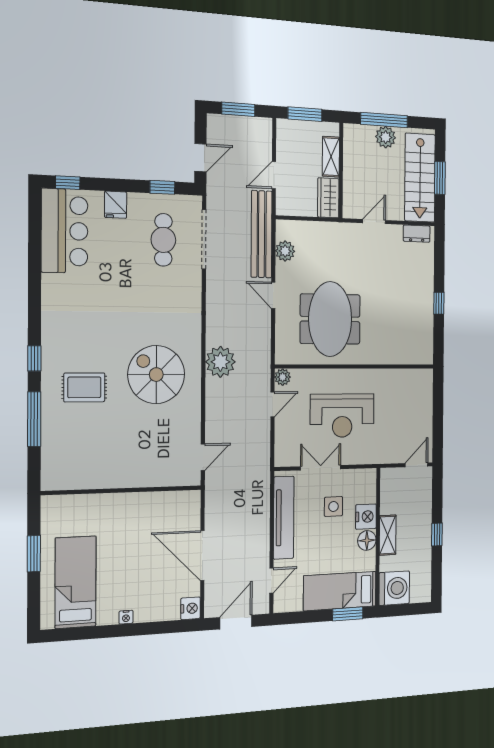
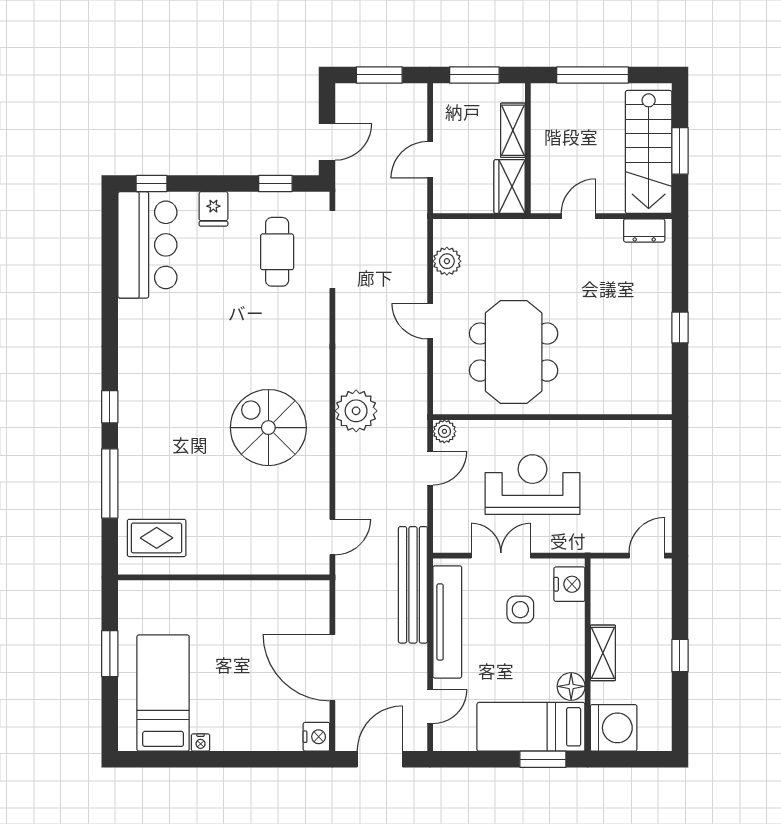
plant: (386, 137) -> (595, 99), removed
bench: (262, 234) -> (413, 585), moved
rug: (84, 387) -> (157, 538), moved
reception desk: (342, 416) -> (532, 485), turned 180
nightstand: (366, 517) -> (569, 584), moved
floor lamp: (367, 540) -> (571, 686), moved
nightstand: (126, 617) -> (201, 742), moved

